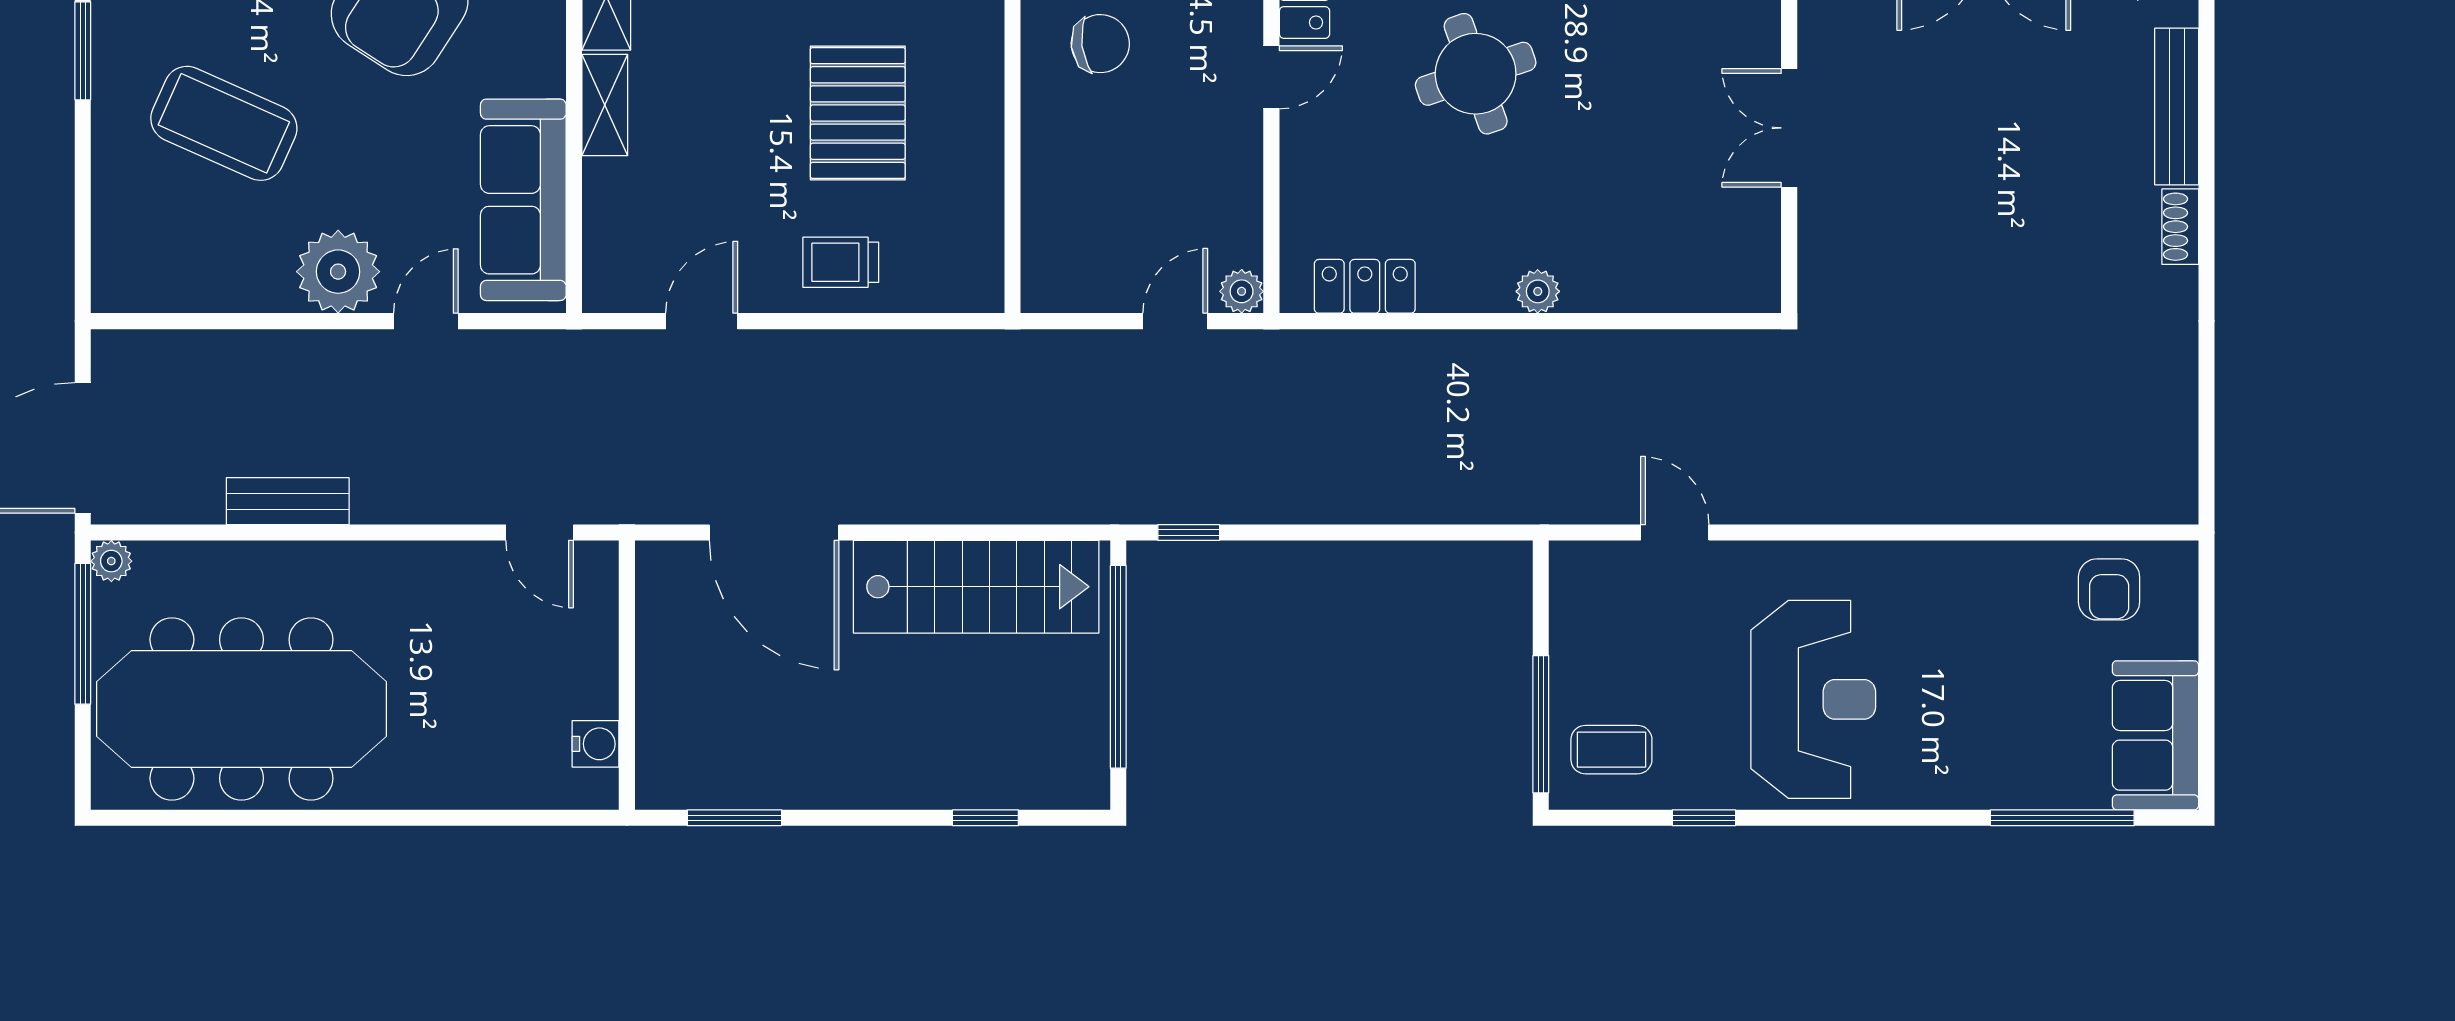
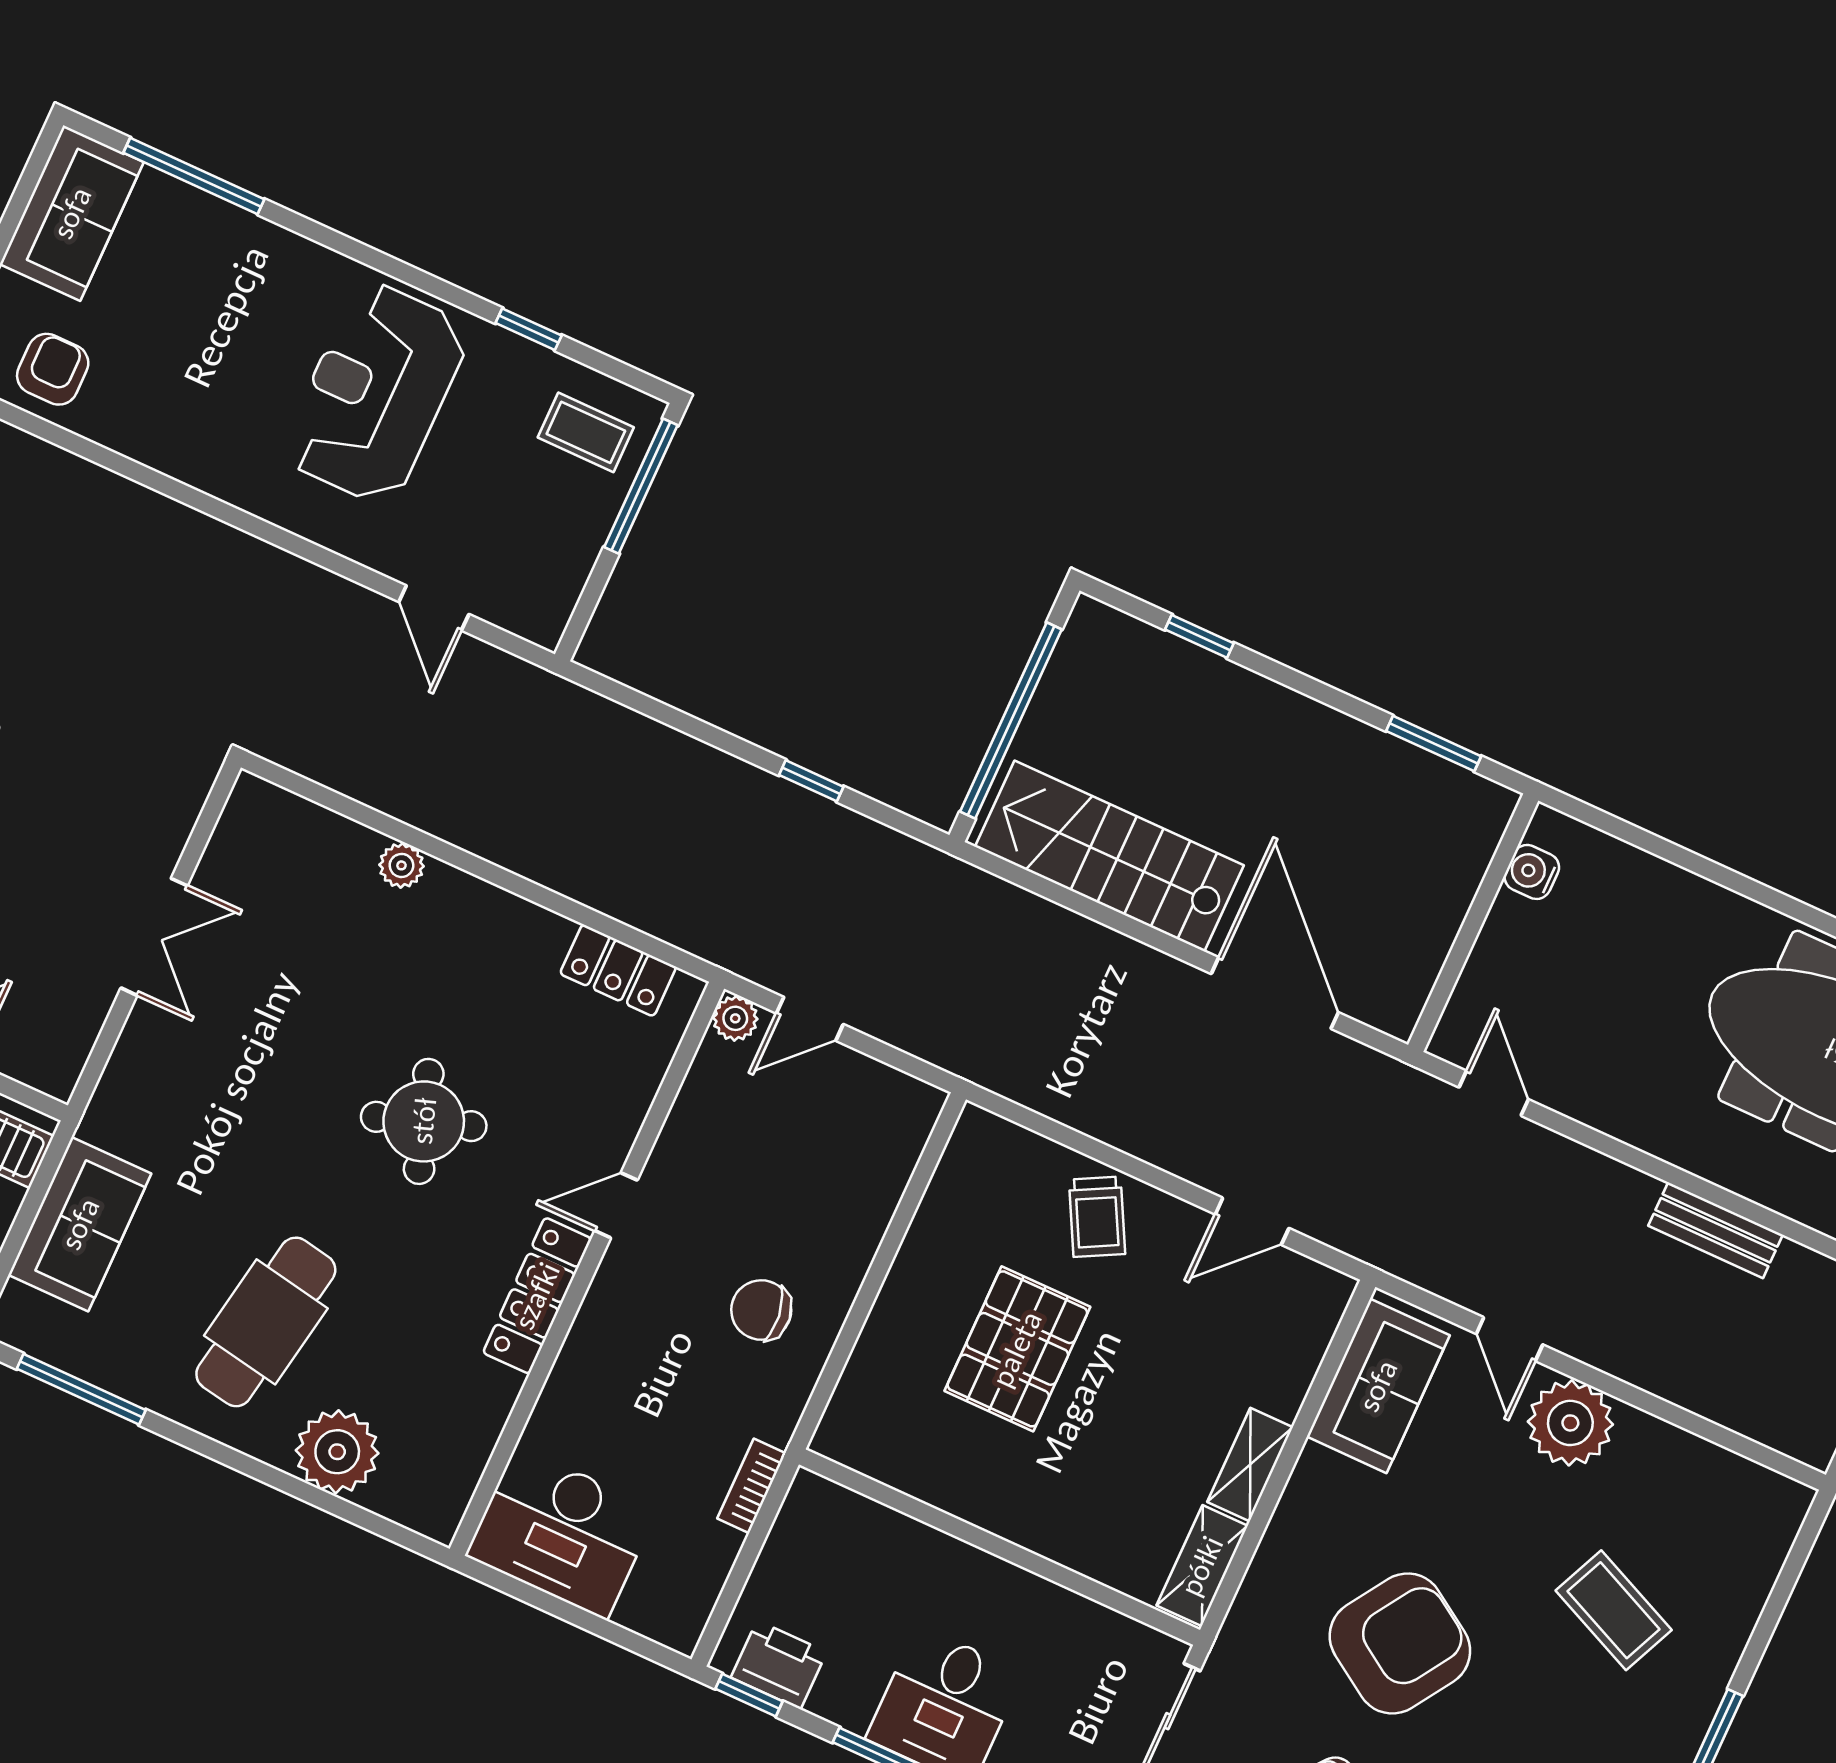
coffee table: (224, 123) -> (1614, 1610), width x0.73, depth x0.76
sofa: (523, 200) -> (1378, 1386), width x0.73
trolley: (841, 262) -> (1097, 1217), turned 62
plant: (1538, 291) -> (401, 865), moved
door: (426, 321) -> (1510, 1339), hinge flipped
window: (1189, 532) -> (811, 781), moved

